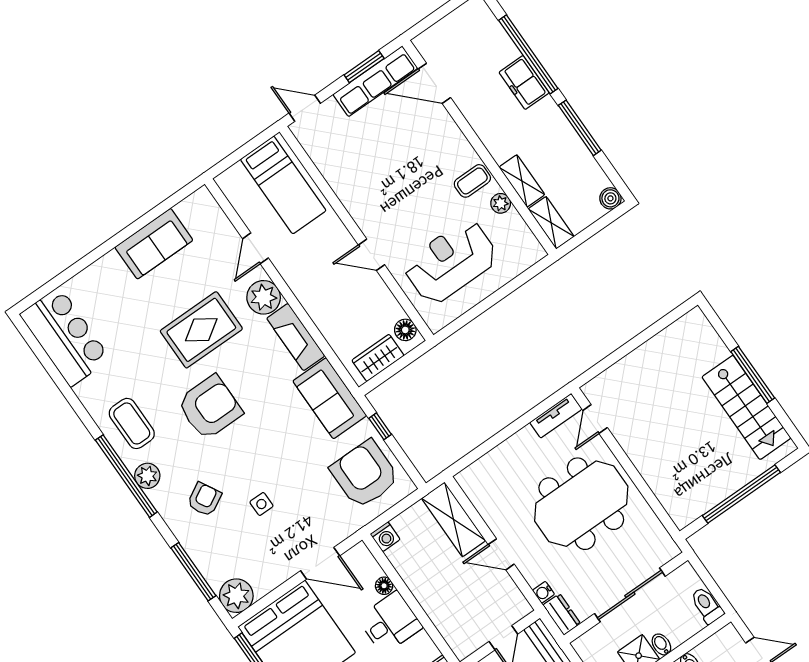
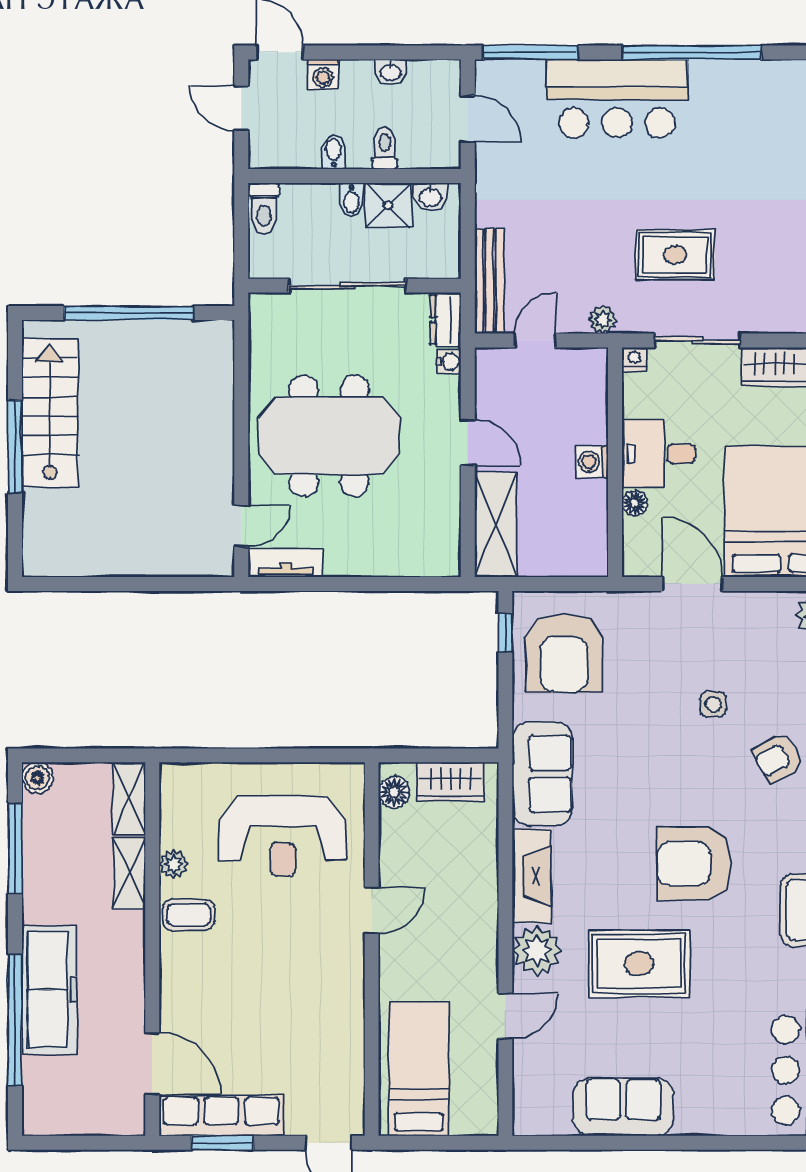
freezer: (524, 82) -> (50, 989), width x1.91, depth x1.26
window: (580, 128) -> (15, 848), moved
door: (372, 255) -> (372, 911), hinge flipped
window: (380, 426) -> (505, 633), moved
washing machine: (385, 537) -> (592, 462), moved, turned -90

